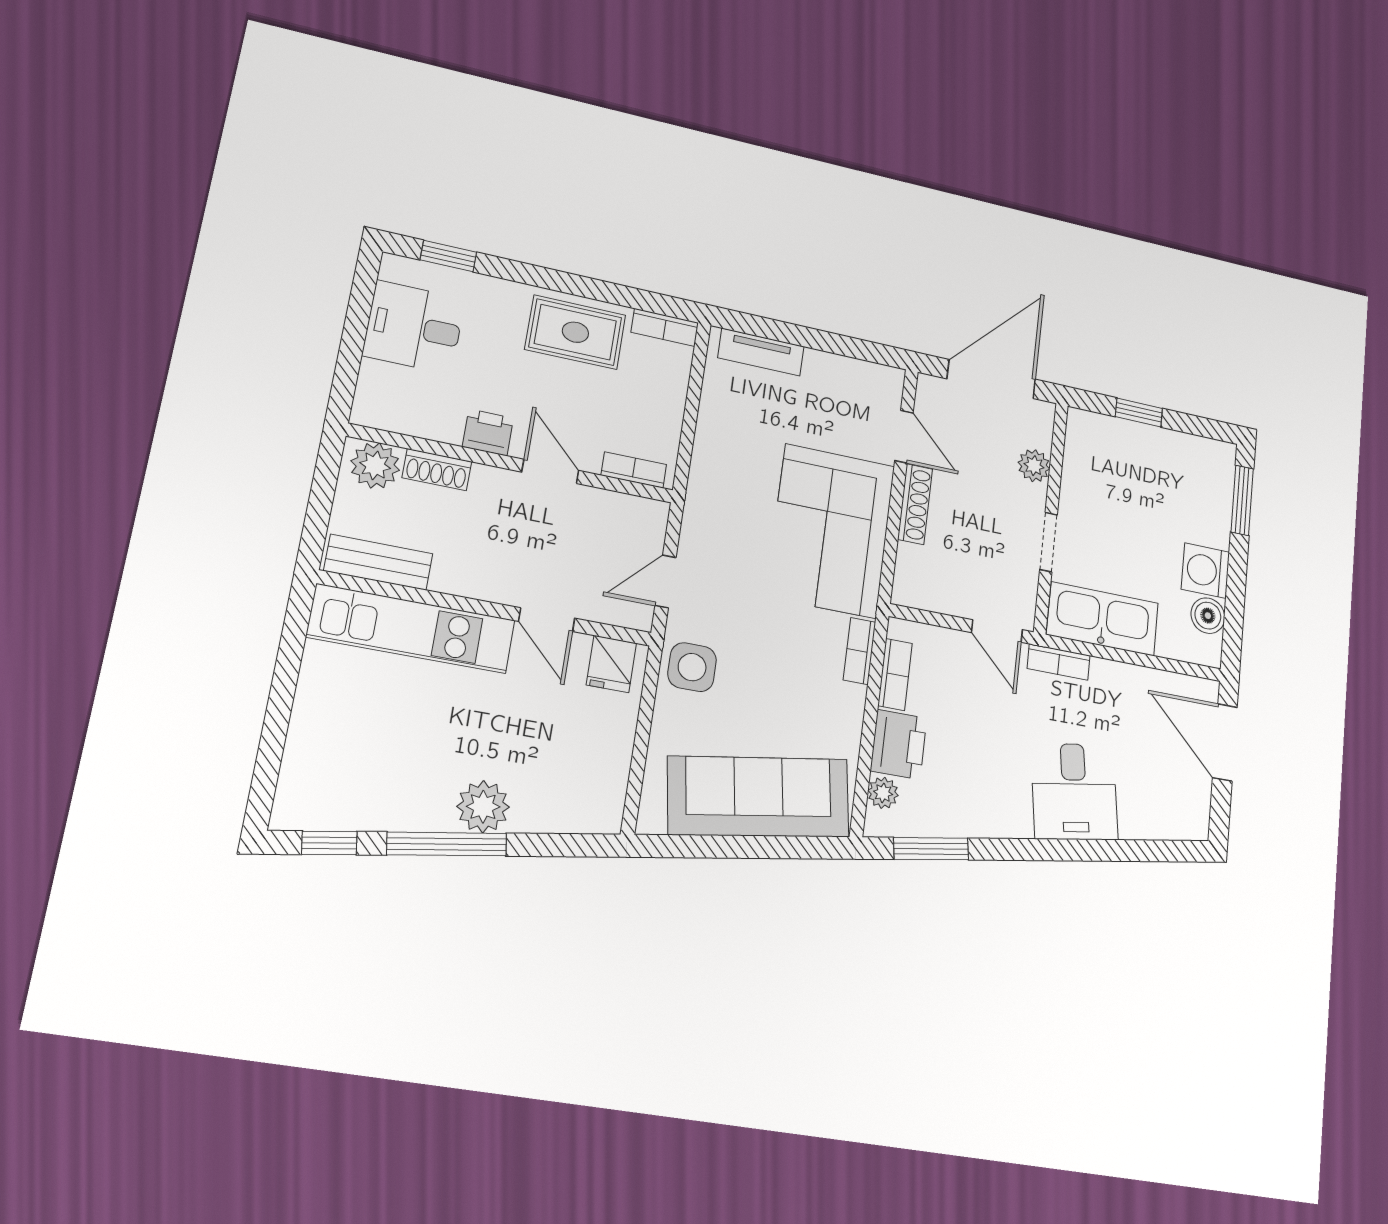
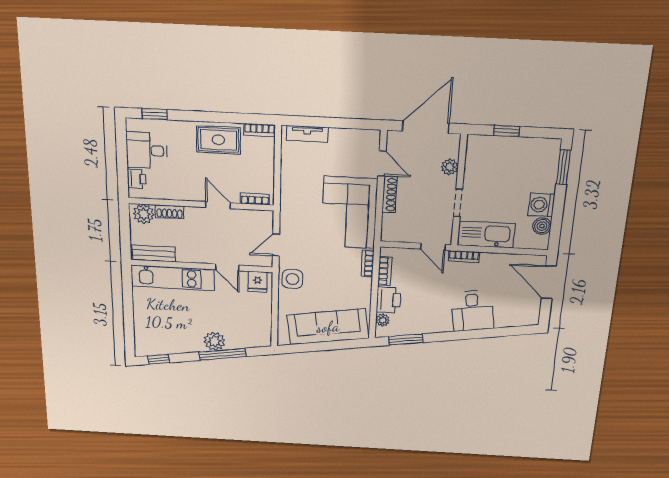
printer: (488, 432) -> (137, 179), moved, turned 90
window: (447, 844) -> (223, 354), moved

